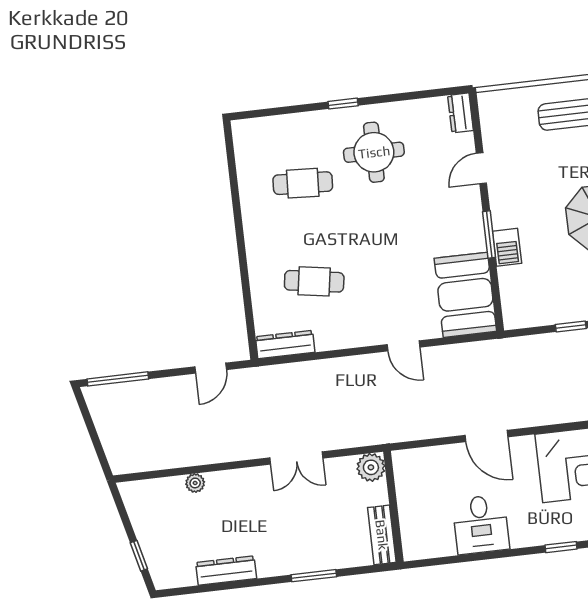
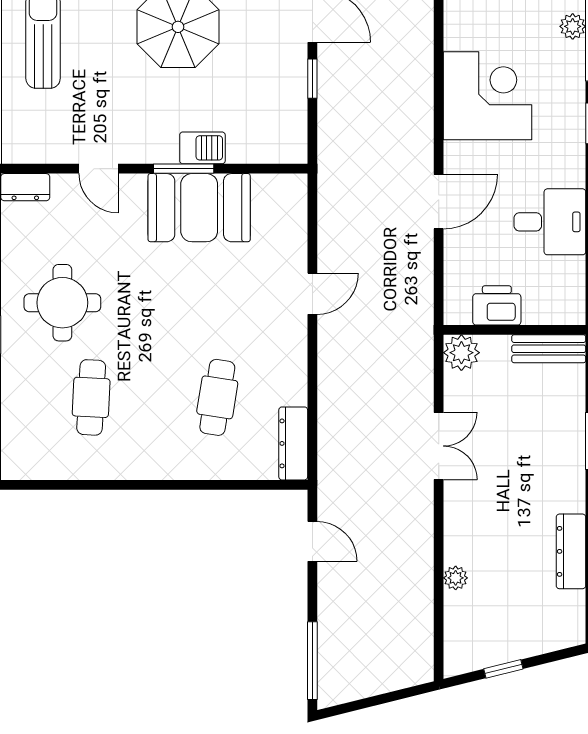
booth: (465, 295) -> (199, 208), moved
printer: (411, 491) -> (497, 305), added
window: (139, 556) -> (503, 669), moved

